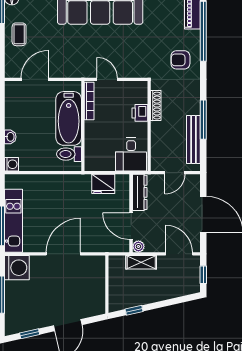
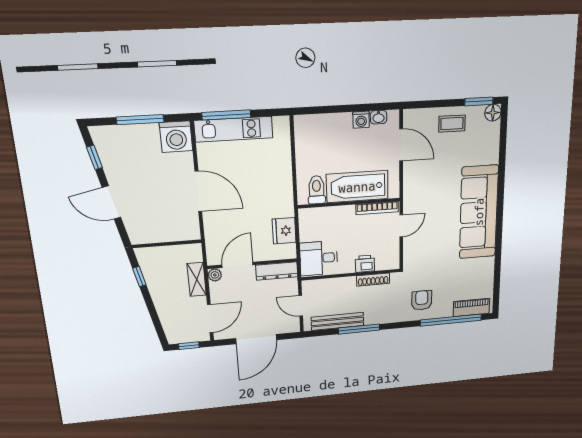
washbasin: (10, 137) -> (379, 117), moved
washing machine: (11, 164) -> (361, 120), moved

